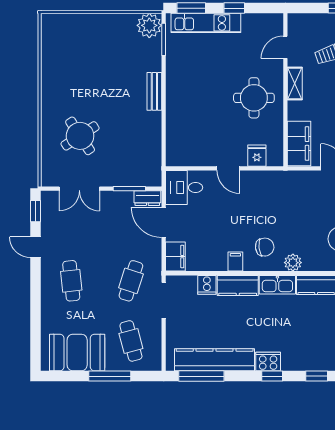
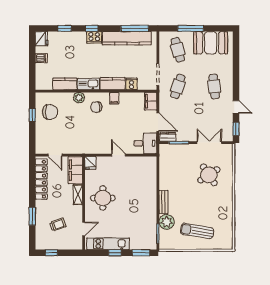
kitchen unit: (206, 23) -> (108, 244), moved
plant: (149, 25) -> (167, 222), moved
sun lounger: (99, 44) -> (197, 231), added
shelving: (295, 83) -> (78, 195), moved
fridge: (257, 156) -> (90, 163), moved

